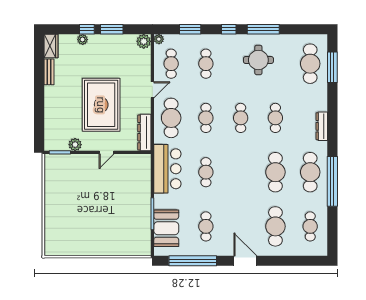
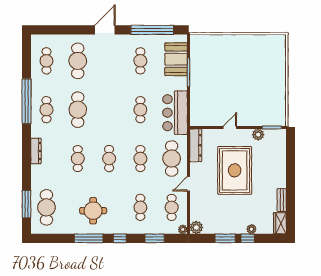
cafe table: (310, 172) -> (46, 110), width x0.73, depth x0.74
door: (245, 261) -> (105, 30), swing flipped

